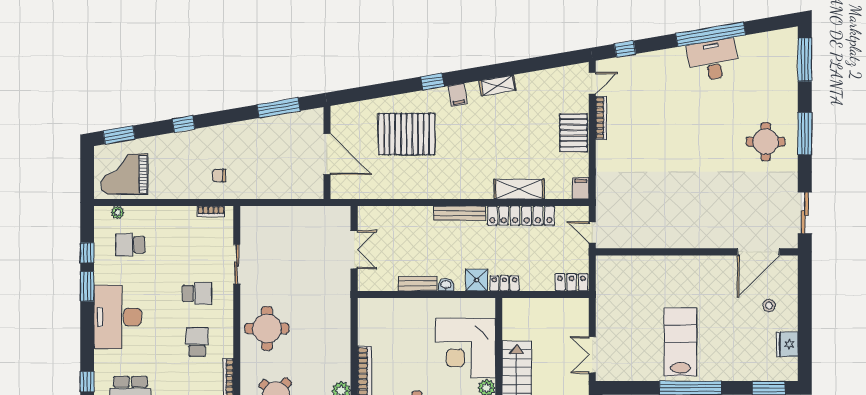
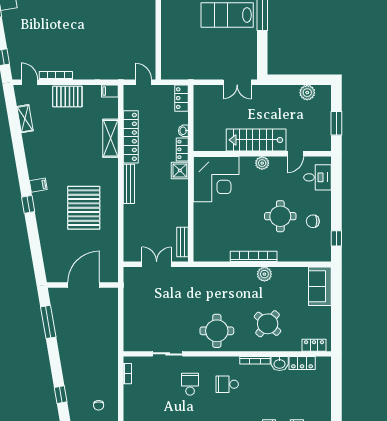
shelving: (498, 85) -> (25, 119), moved
pallet: (407, 134) -> (84, 208), moved
chair: (219, 176) -> (99, 405), moved
door: (592, 233) -> (144, 82), swing flipped
bench: (417, 284) -> (183, 242), moved
washbasin: (446, 285) -> (183, 131), moved
corner desk: (465, 348) -> (216, 179), moved

